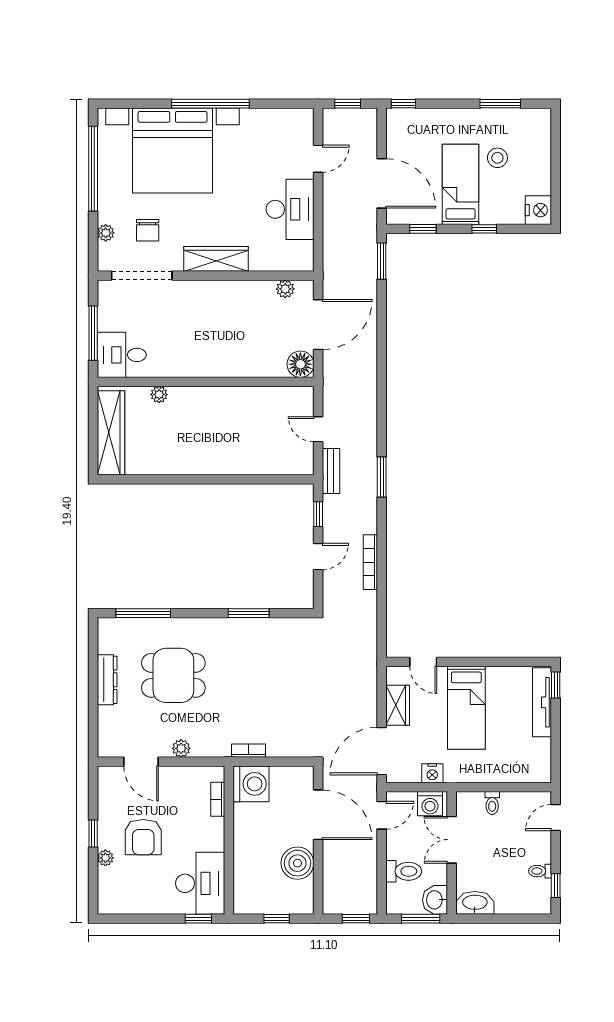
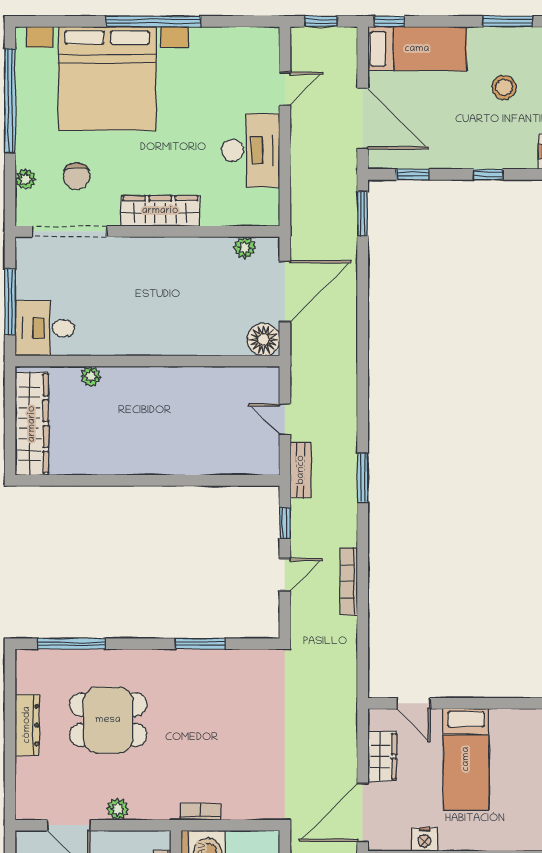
bed: (461, 184) -> (417, 49), moved, turned 90

